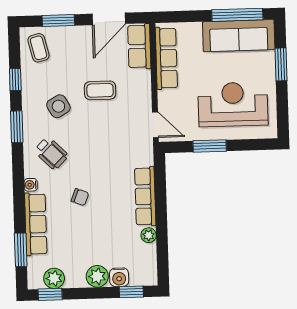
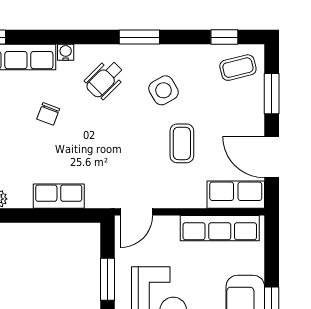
window: (15, 80) -> (224, 37), moved
row of seats: (145, 196) -> (59, 196), width x0.68

